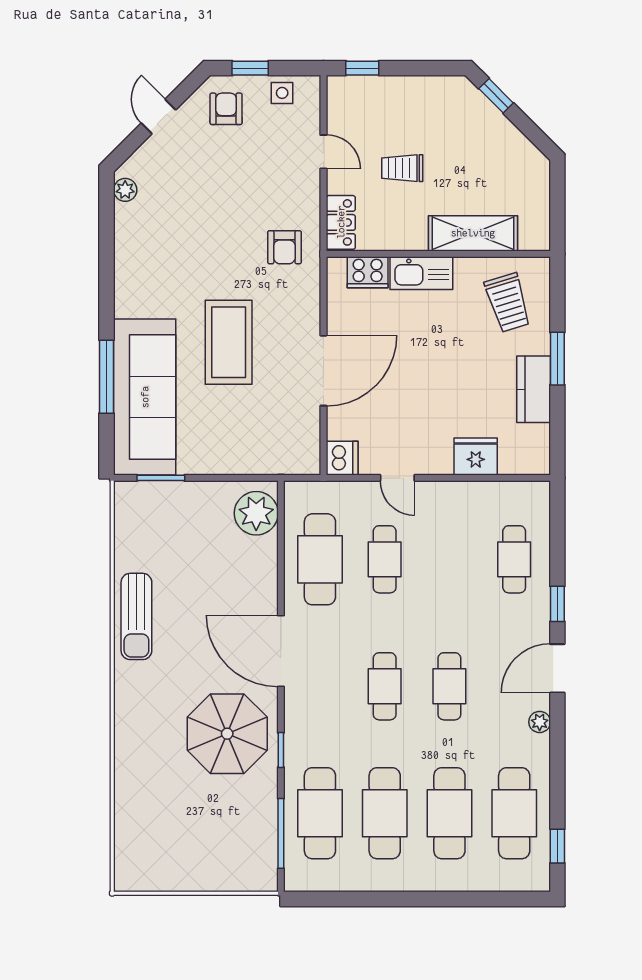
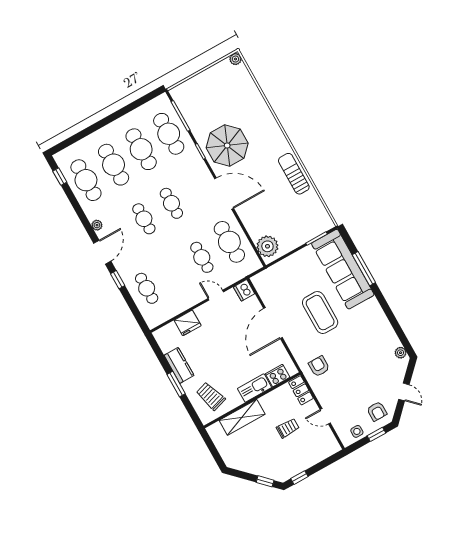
window: (362, 68) -> (299, 478), moved
plant: (126, 880) -> (235, 59), added

